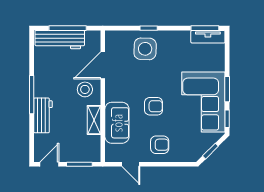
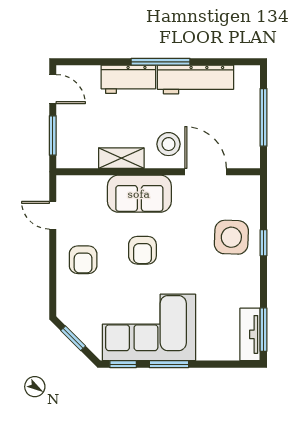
workbench: (60, 40) -> (195, 80), moved, turned -90
sofa: (117, 123) -> (139, 194), moved
door: (131, 164) -> (53, 215), hinge flipped

